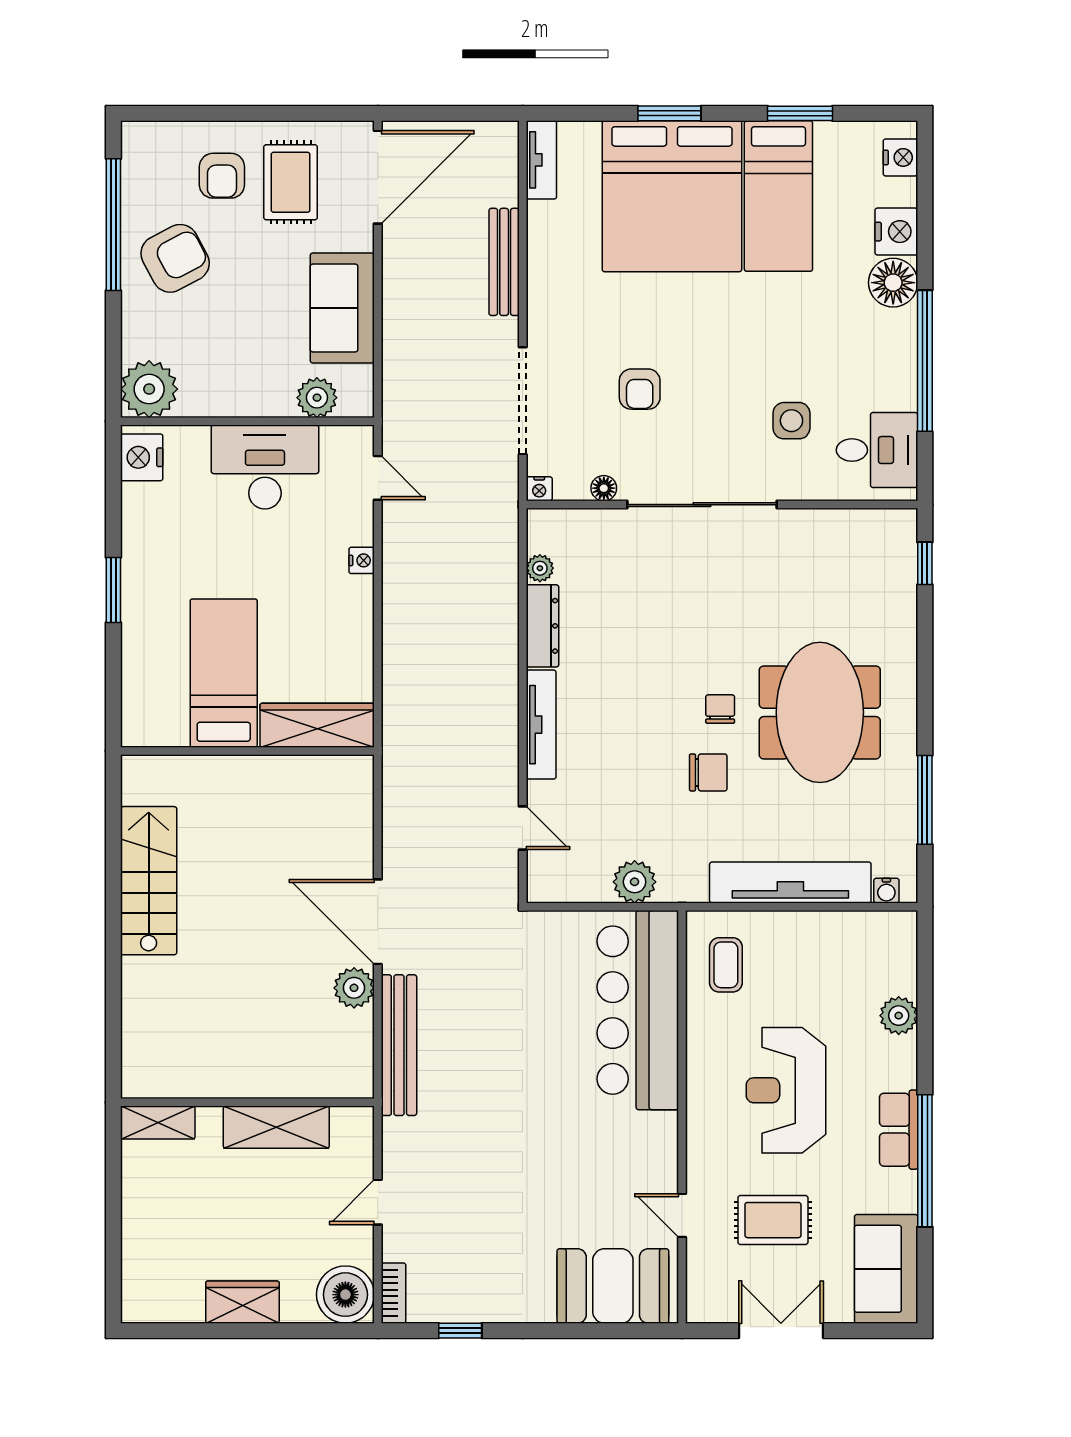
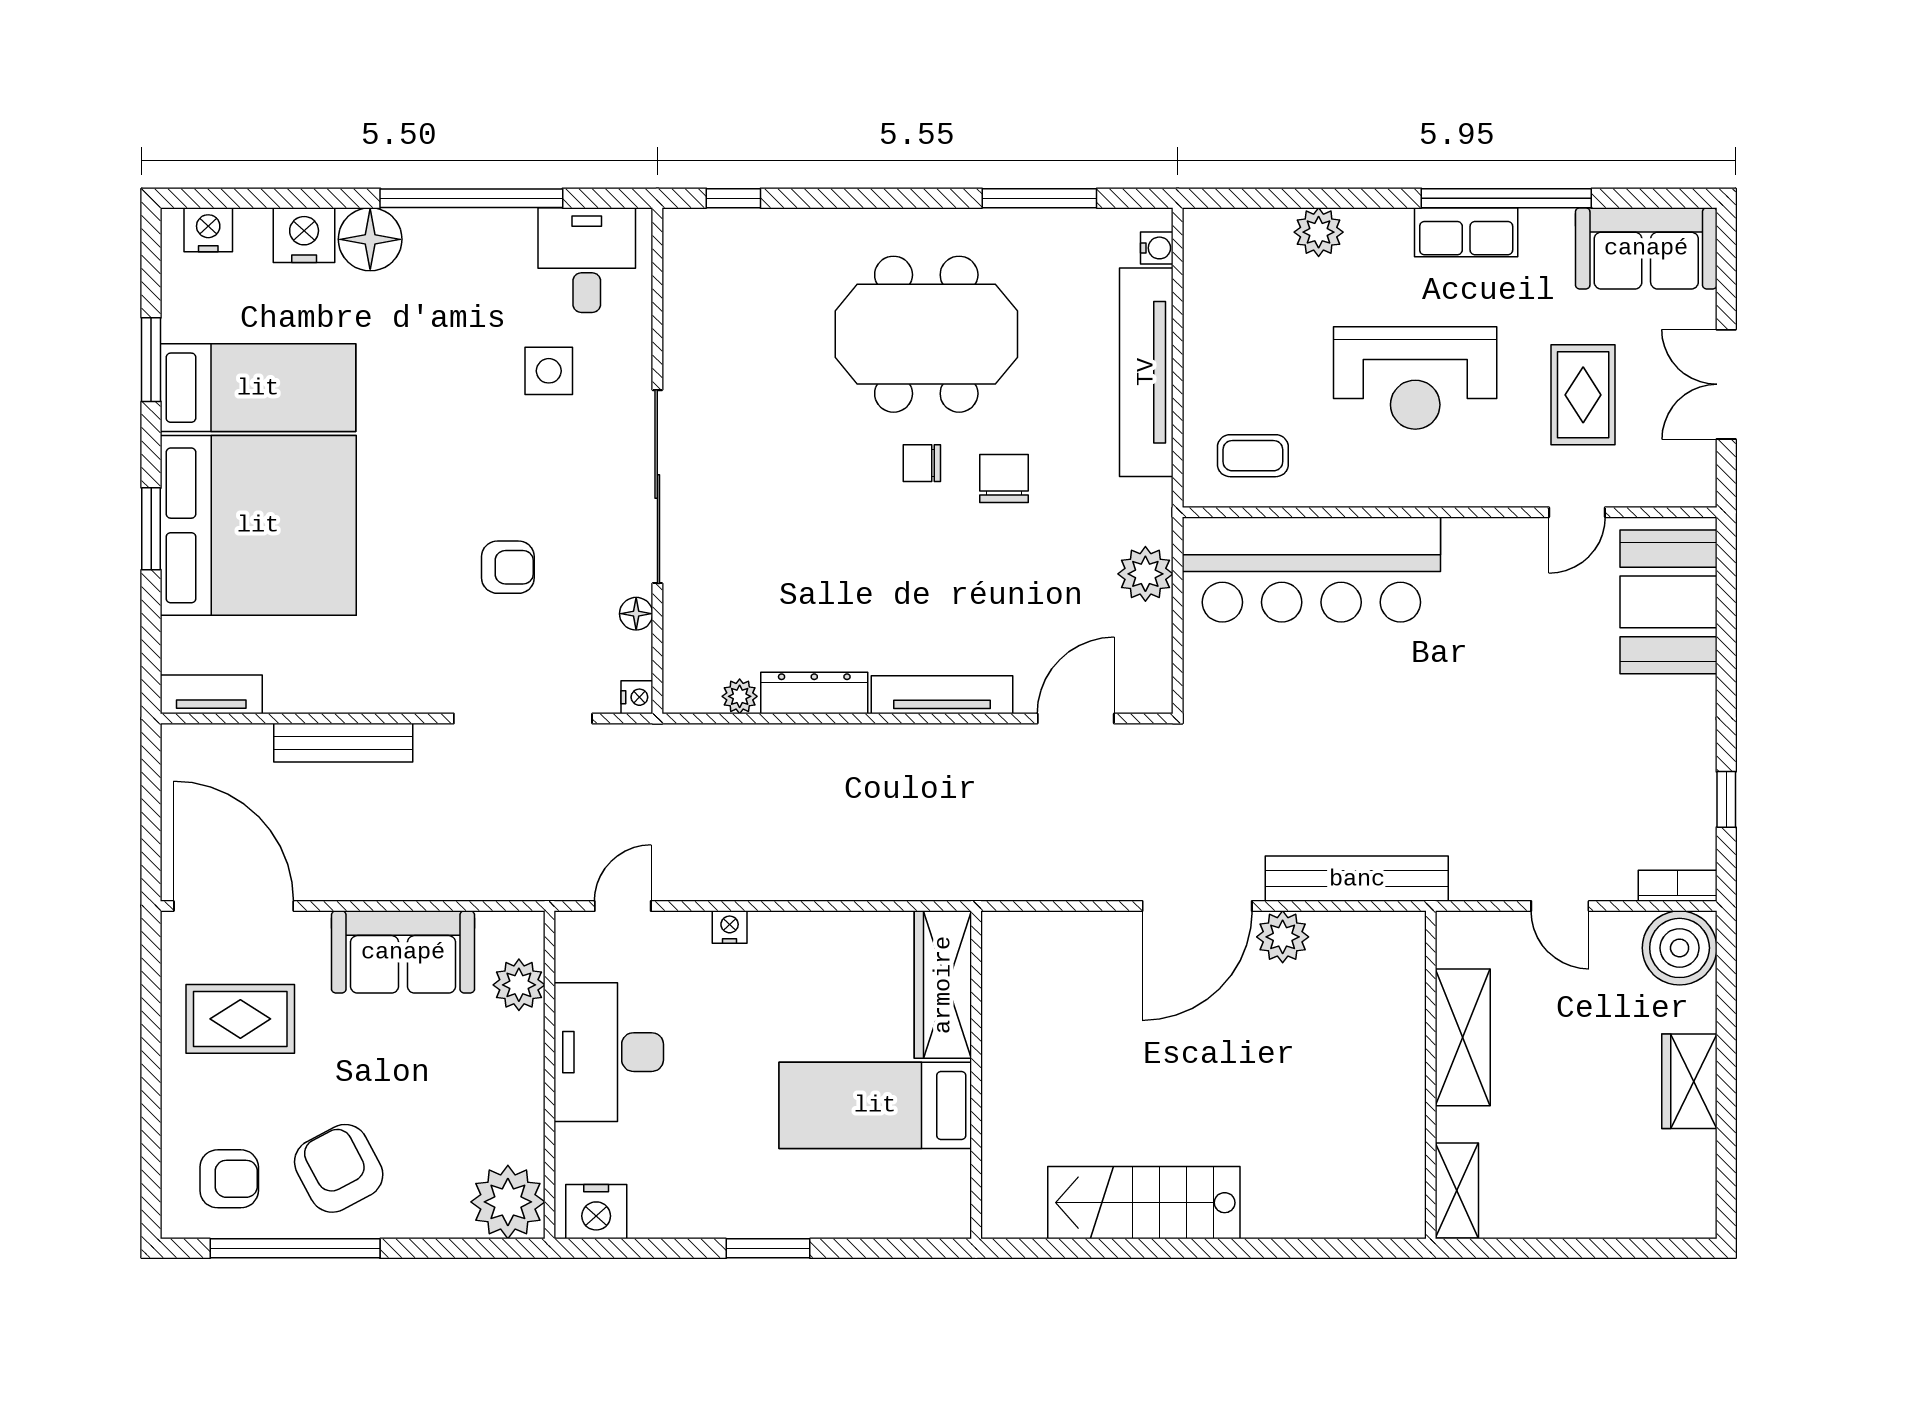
armchair: (222, 176) -> (229, 1179), moved
door: (523, 828) -> (1076, 719), width x1.38

